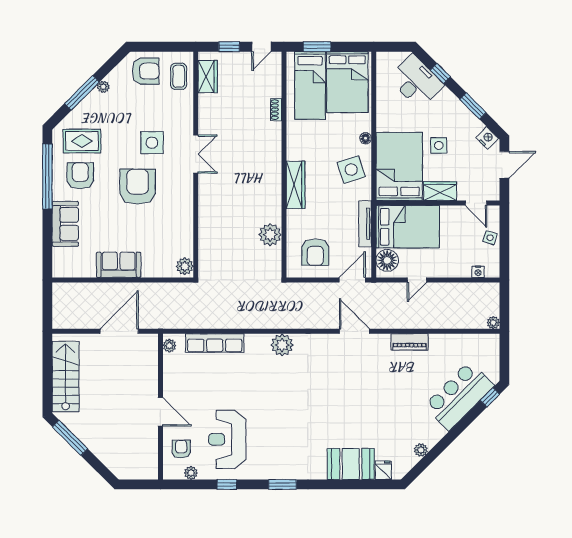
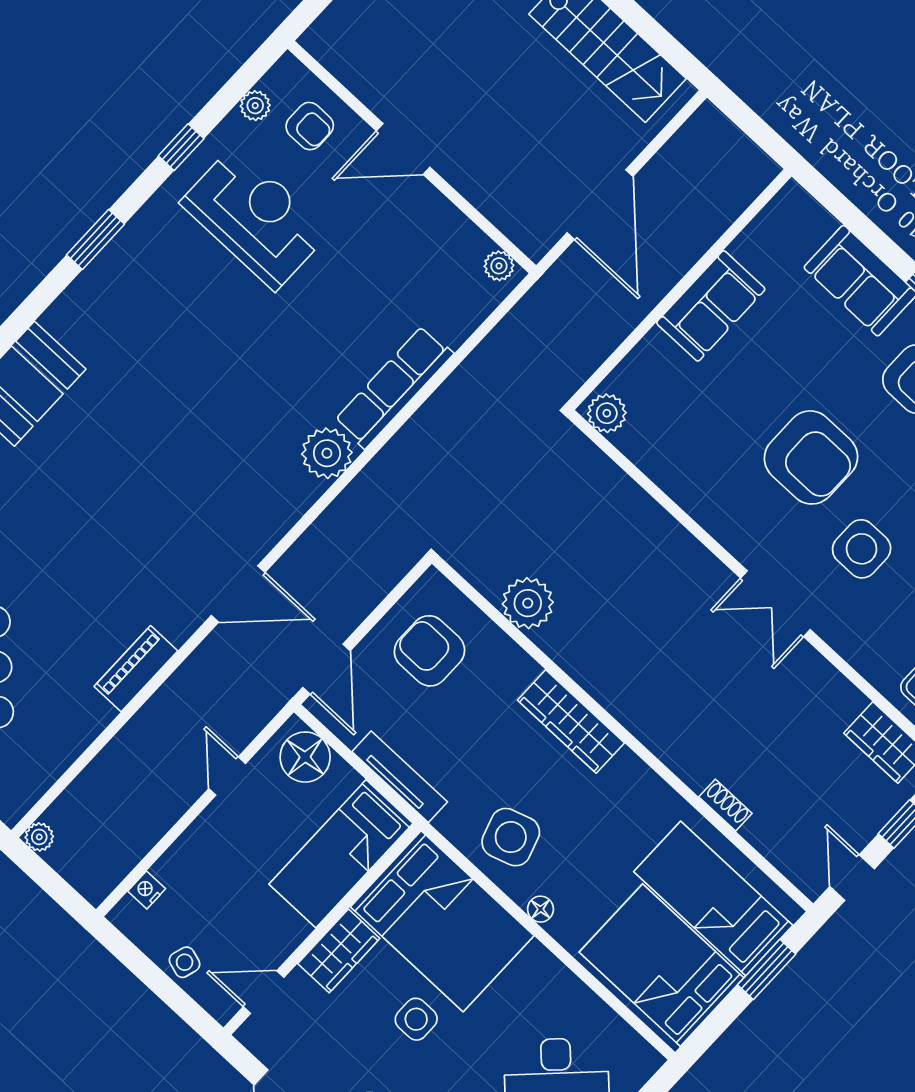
bed: (408, 227) -> (341, 854), width x0.67
row of seats: (215, 343) -> (394, 387), moved

